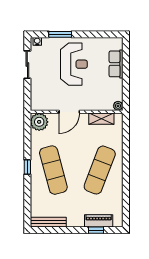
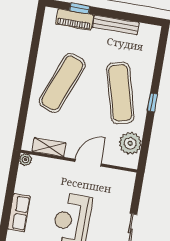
plant: (39, 122) -> (130, 143), moved
bench: (48, 222) -> (116, 25), moved

